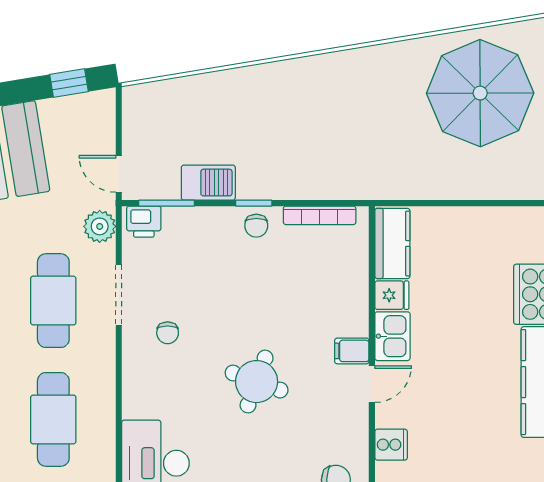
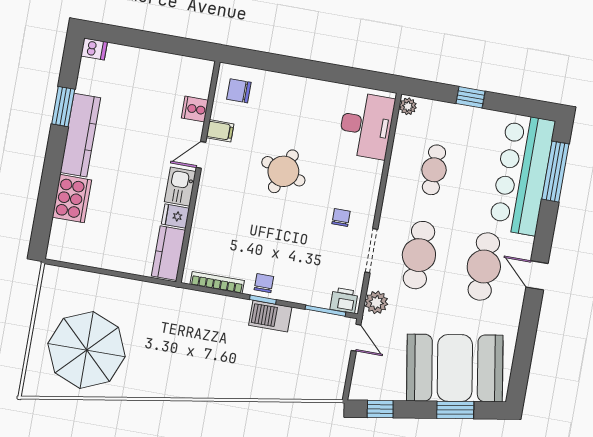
barbecue: (208, 183) -> (270, 316), moved
filing cabinet: (352, 351) -> (220, 131), moved
cafe table: (53, 419) -> (434, 170), width x0.73, depth x0.74

